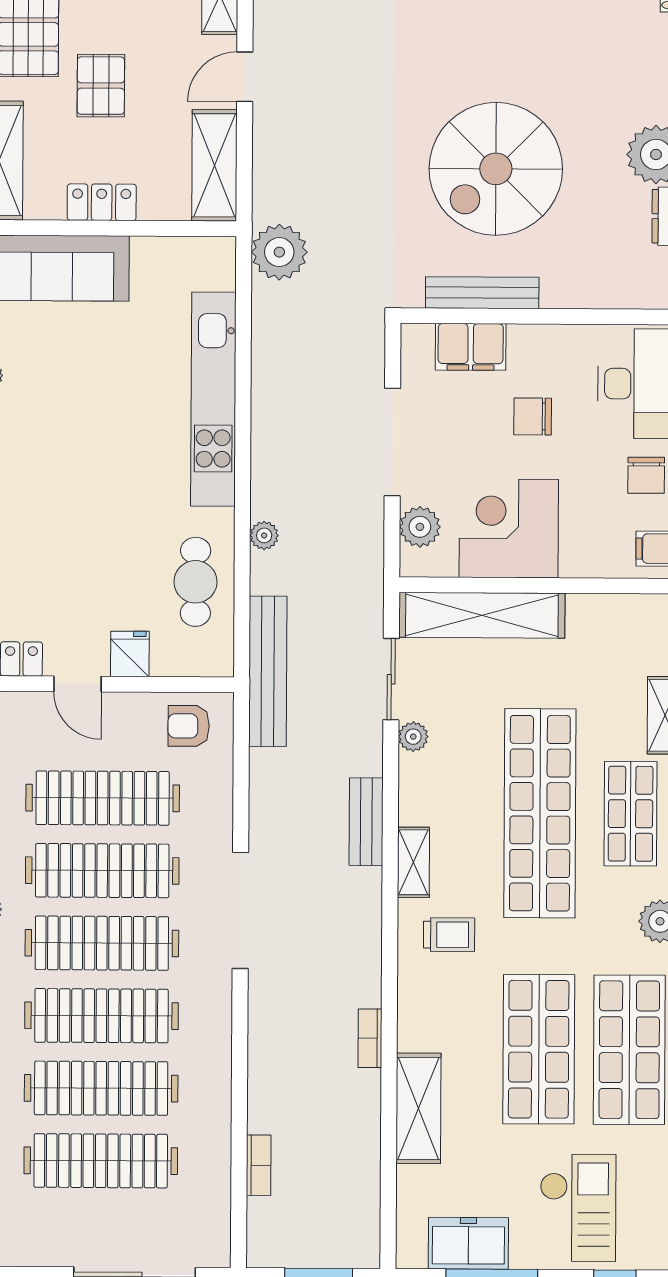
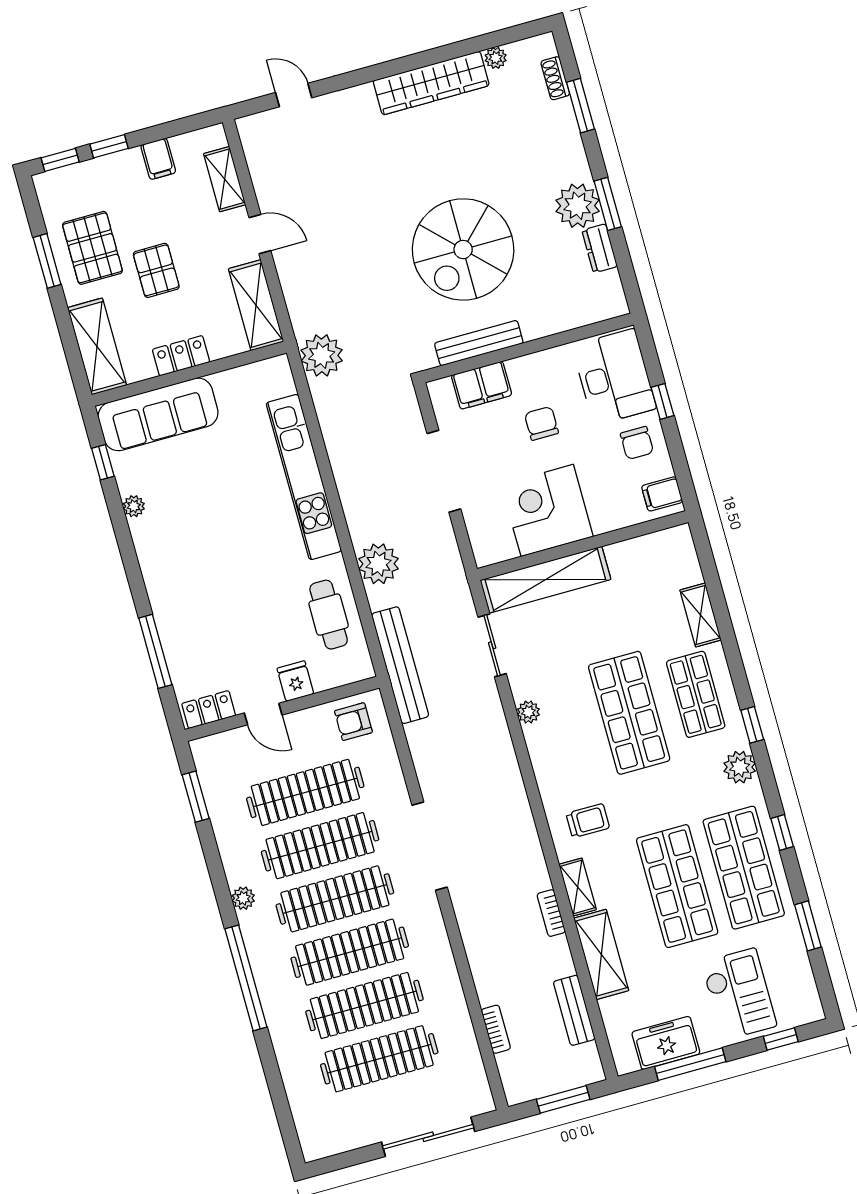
door: (245, 77) -> (260, 234), swing flipped
chair: (533, 416) -> (541, 423), turned 90
plant: (420, 527) -> (482, 528), removed
plant: (264, 535) -> (379, 564), width x1.88, depth x1.88
plant: (413, 737) -> (528, 712), moved
shop shelf: (540, 813) -> (629, 713), width x0.71
bench: (366, 822) -> (574, 1010), moved
shelving: (413, 862) -> (578, 887), moved

